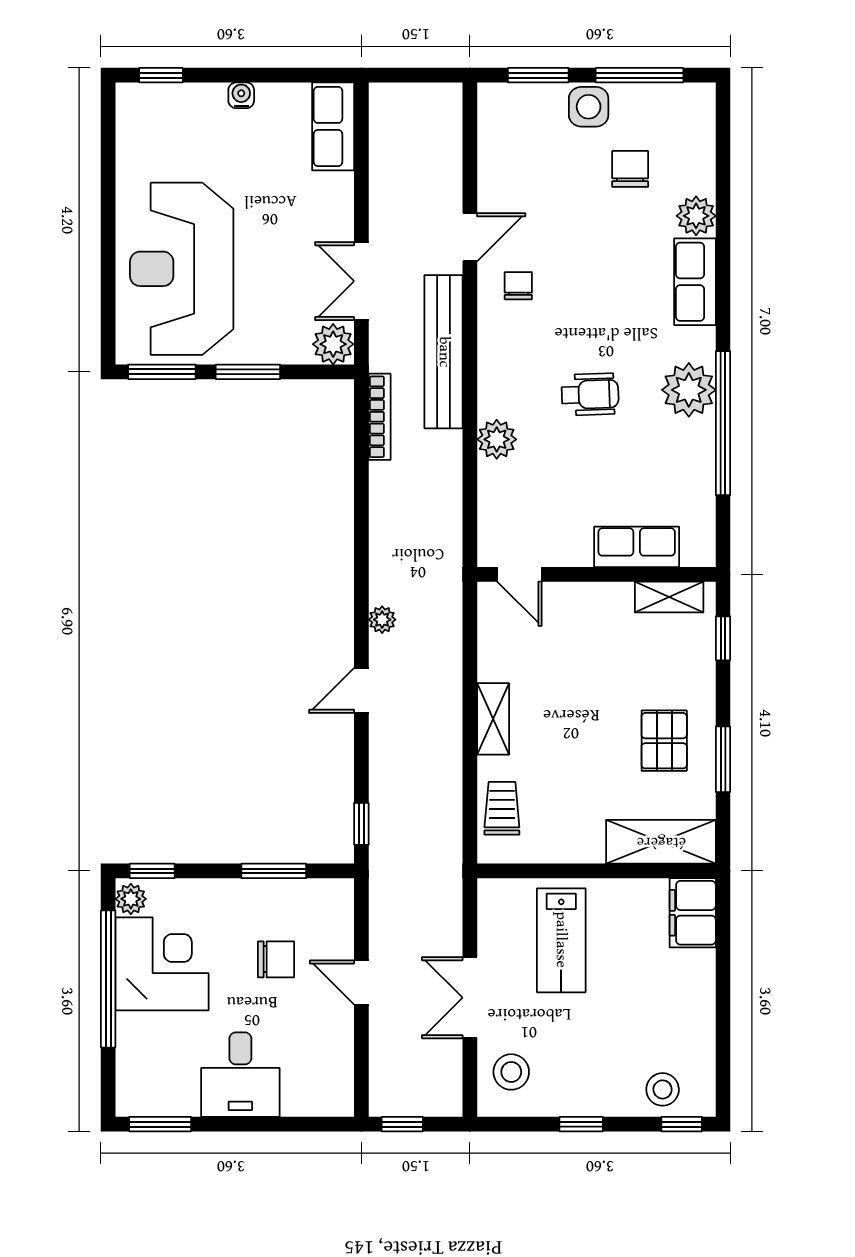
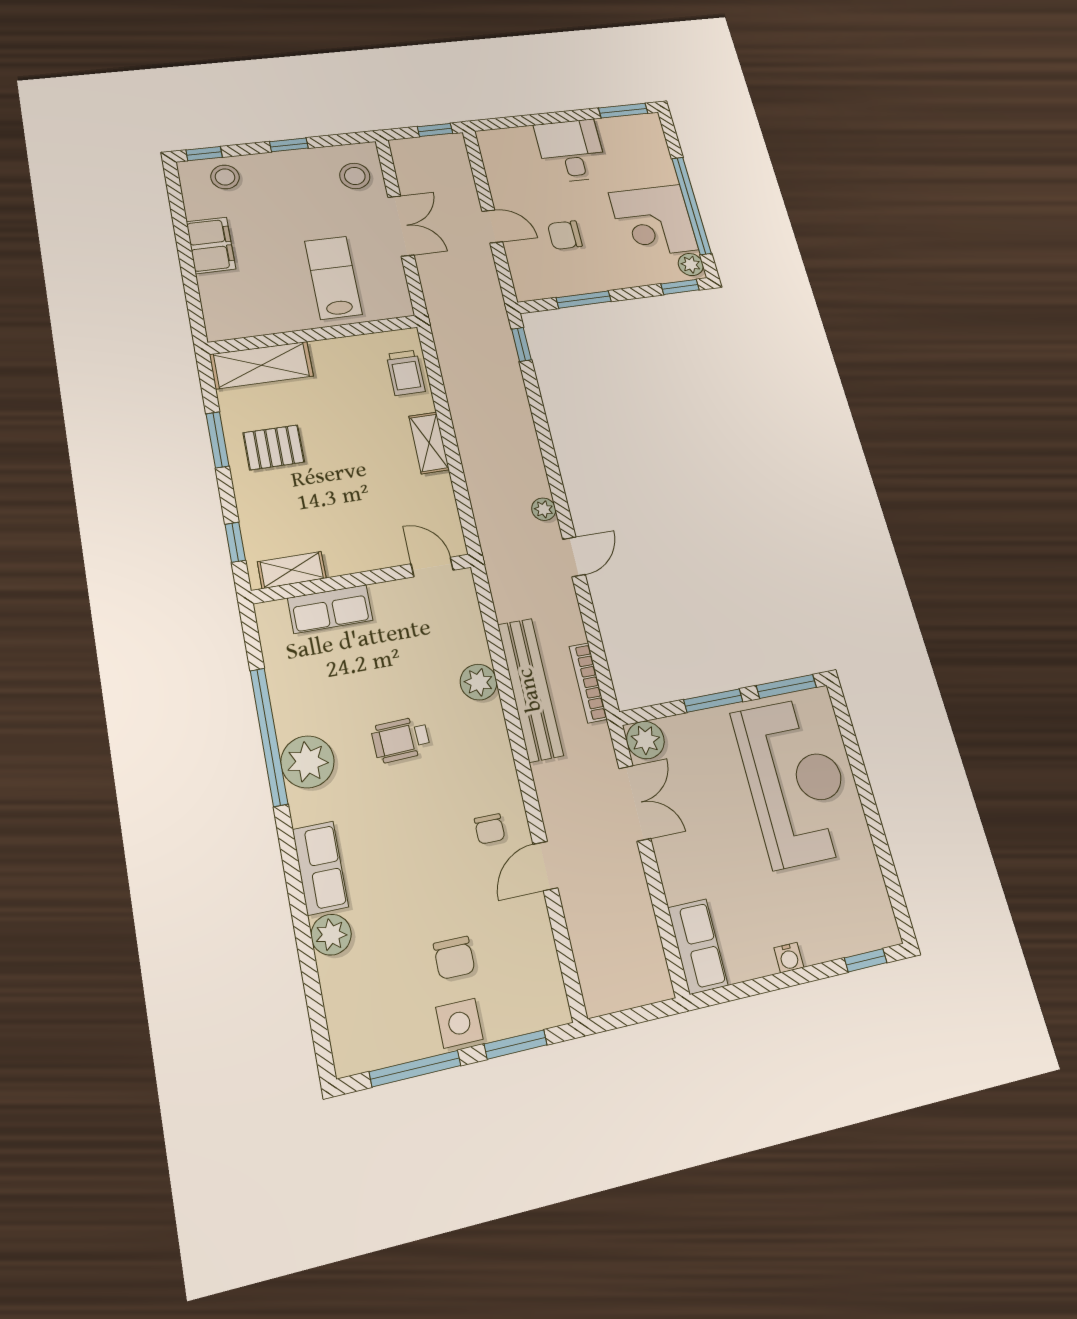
chair: (630, 169) -> (454, 958), moved
bench: (444, 352) -> (530, 690), moved
door: (361, 690) -> (574, 557), moved
pallet: (664, 741) -> (274, 447), turned 90
filing cabinet: (693, 913) -> (211, 245), moved

